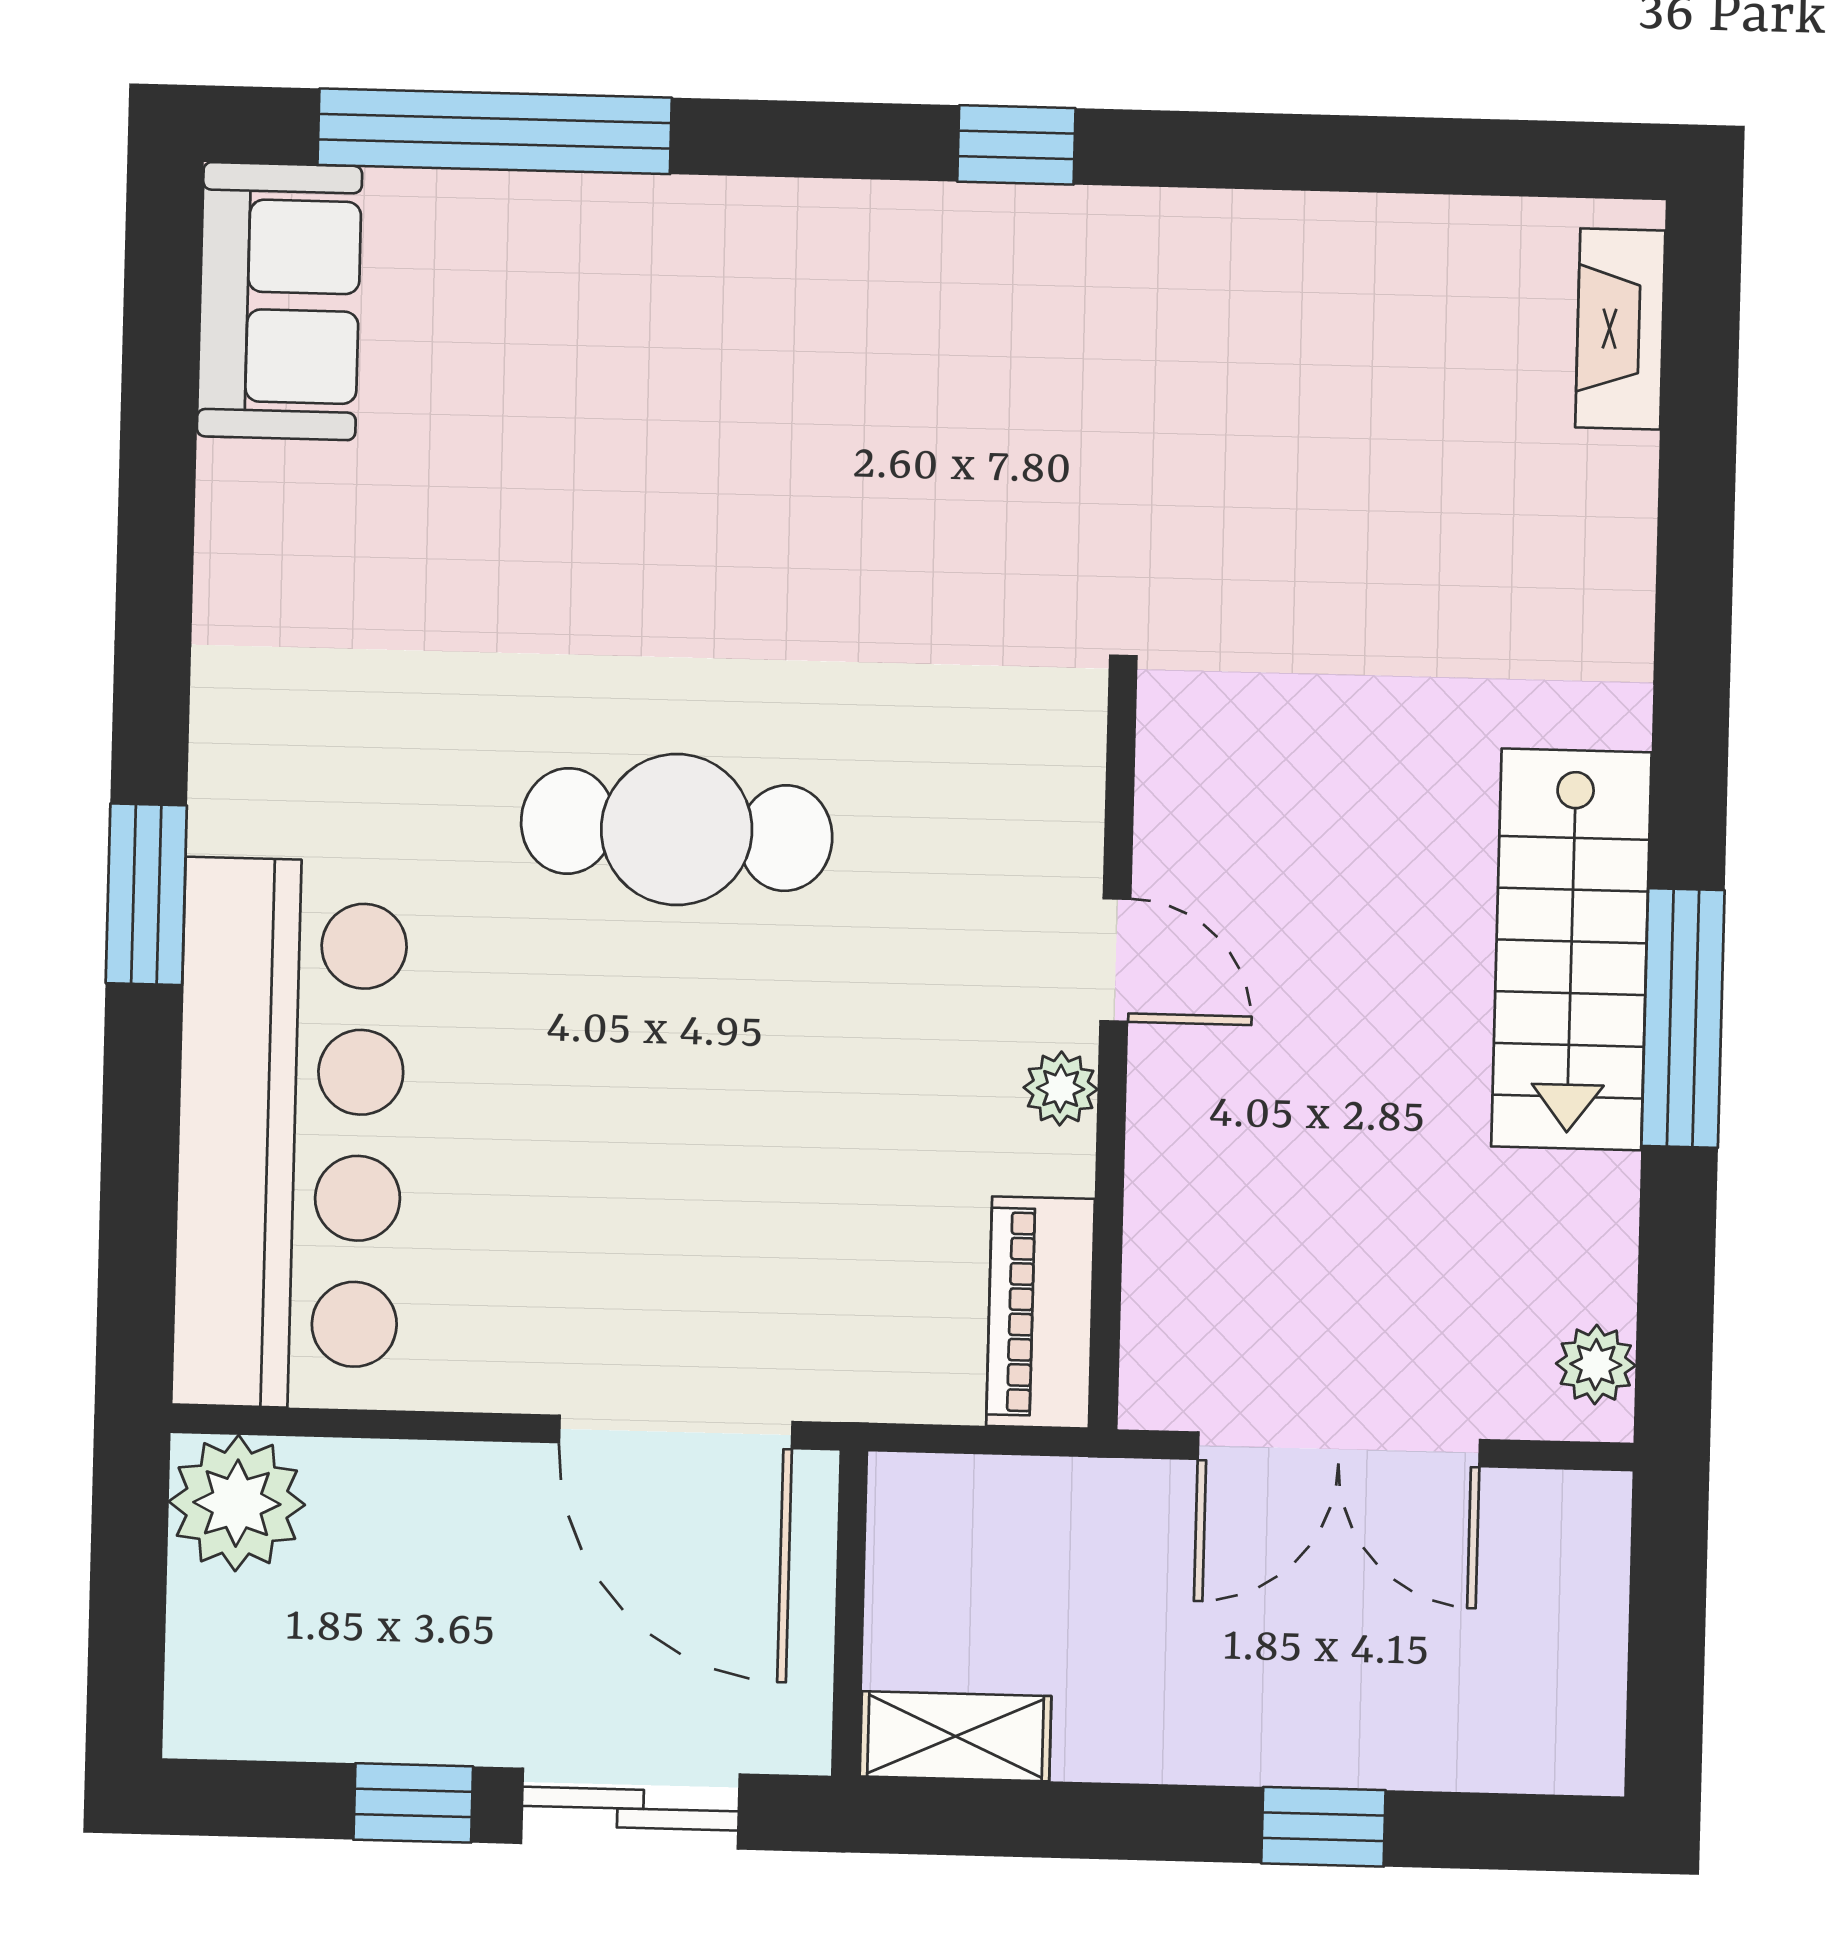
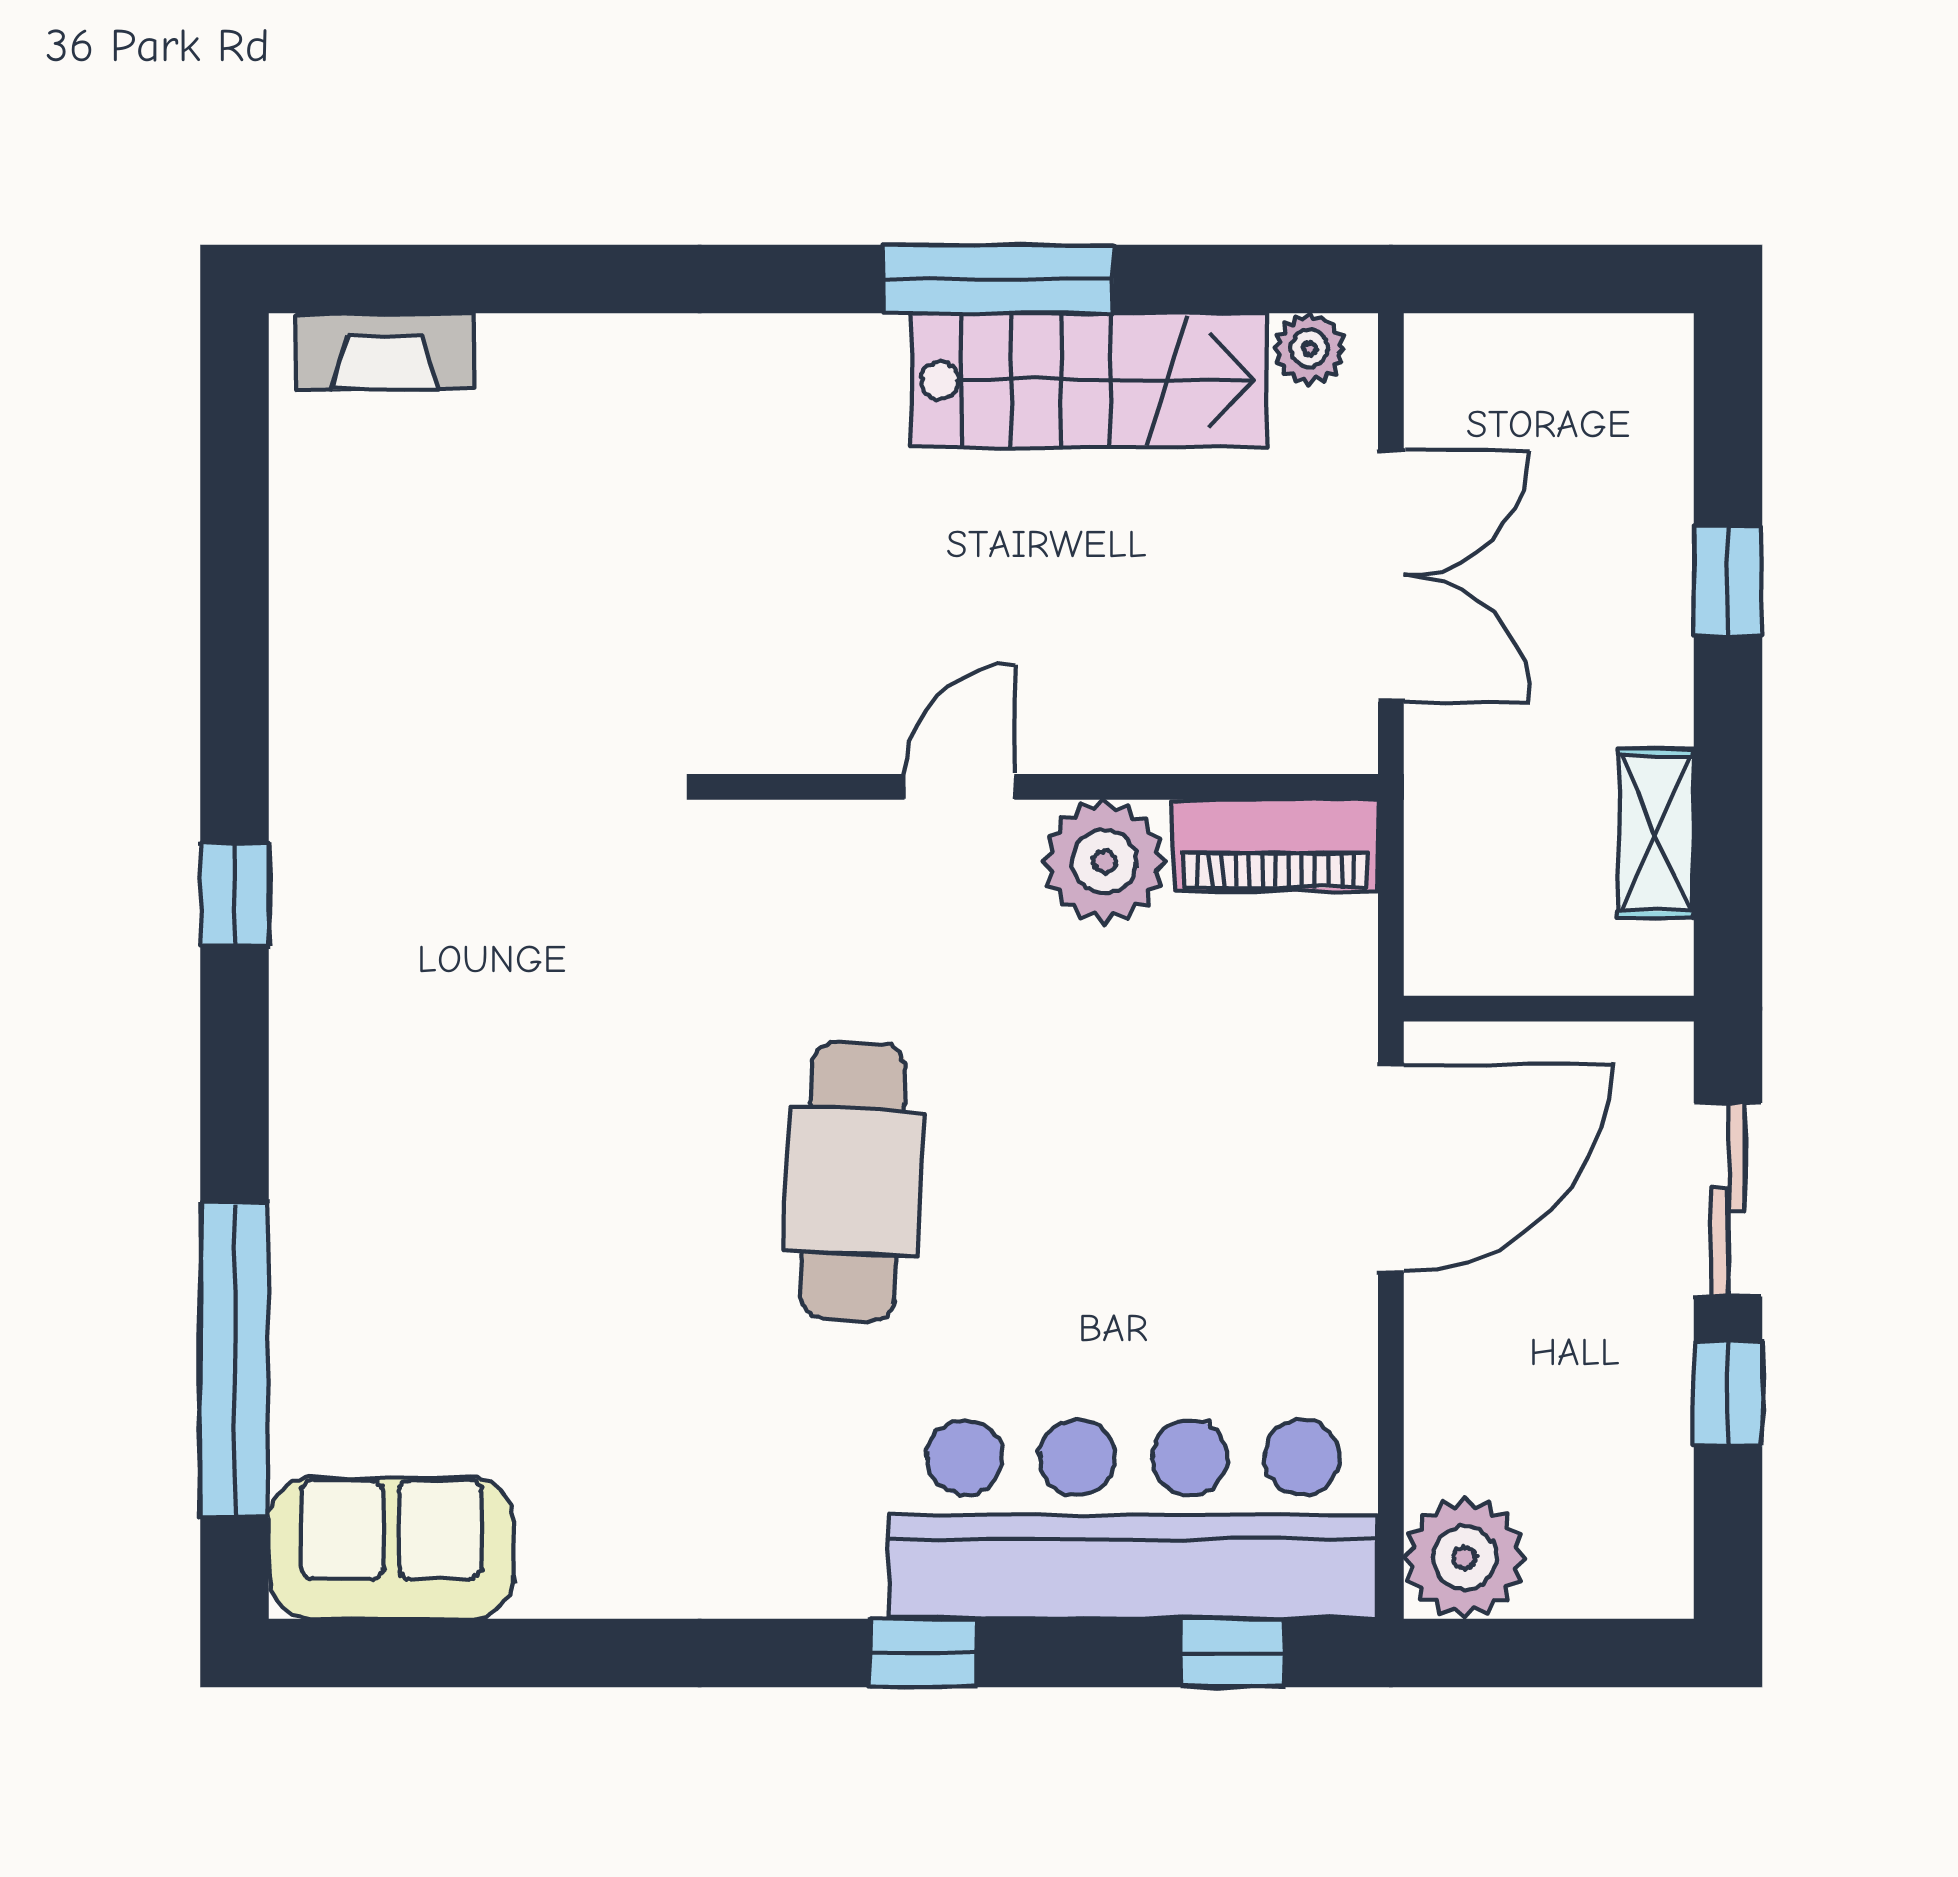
window: (146, 894) -> (923, 1653), width x0.67
stairs: (1571, 949) -> (1089, 380), moved
plant: (1061, 1088) -> (1104, 862), width x1.88, depth x1.88
window: (137, 1240) -> (1232, 1653), added
shelving: (956, 1736) -> (1656, 834), moved

